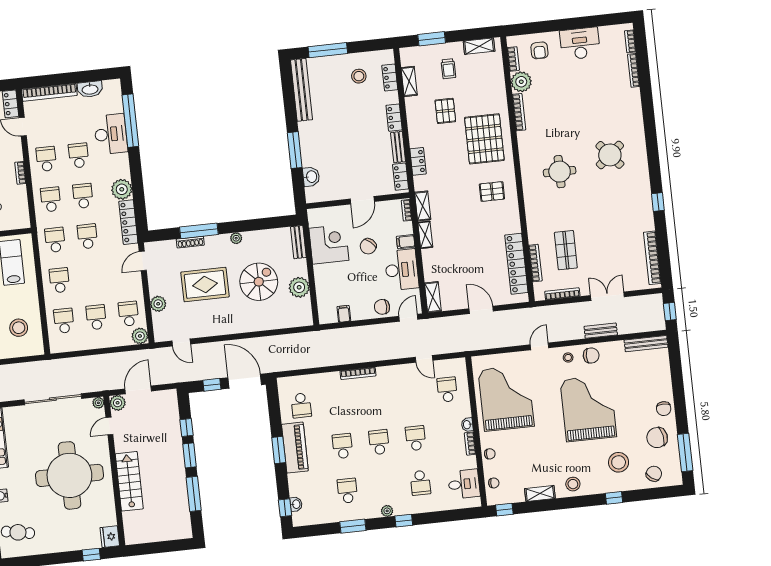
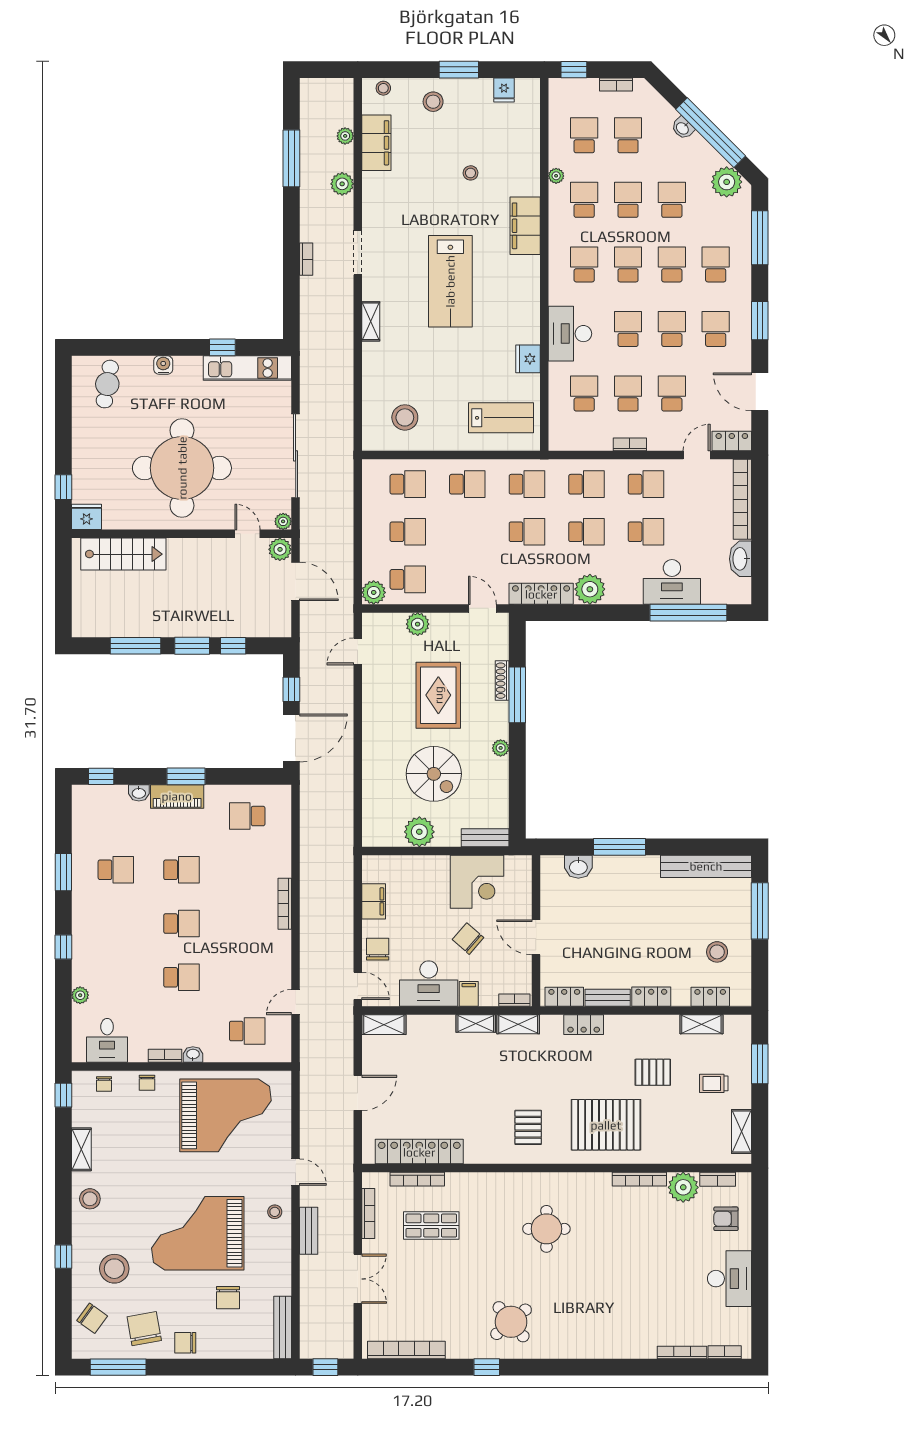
round table: (610, 155) -> (511, 1322), moved
filing cabinet: (344, 314) -> (374, 901), width x2.00
bench: (601, 331) -> (309, 1231), moved
chair: (591, 355) -> (228, 1298), moved
grand piano: (588, 408) -> (198, 1233), turned 180
piano: (295, 448) -> (177, 796), width x0.73, depth x0.75
stairs: (129, 481) -> (123, 554), moved
school desk: (420, 483) -> (116, 977), removed
washbasin: (296, 504) -> (139, 793), moved
plant: (387, 511) -> (80, 995), moved

